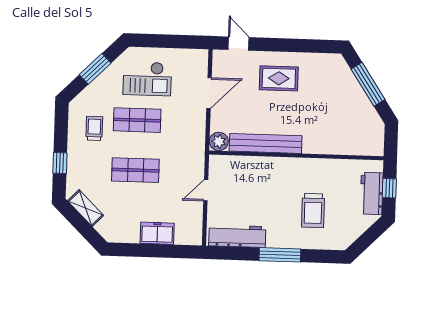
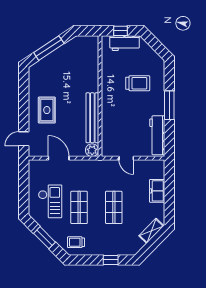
trolley: (94, 128) -> (76, 242), moved
shelving: (86, 208) -> (151, 231), moved

